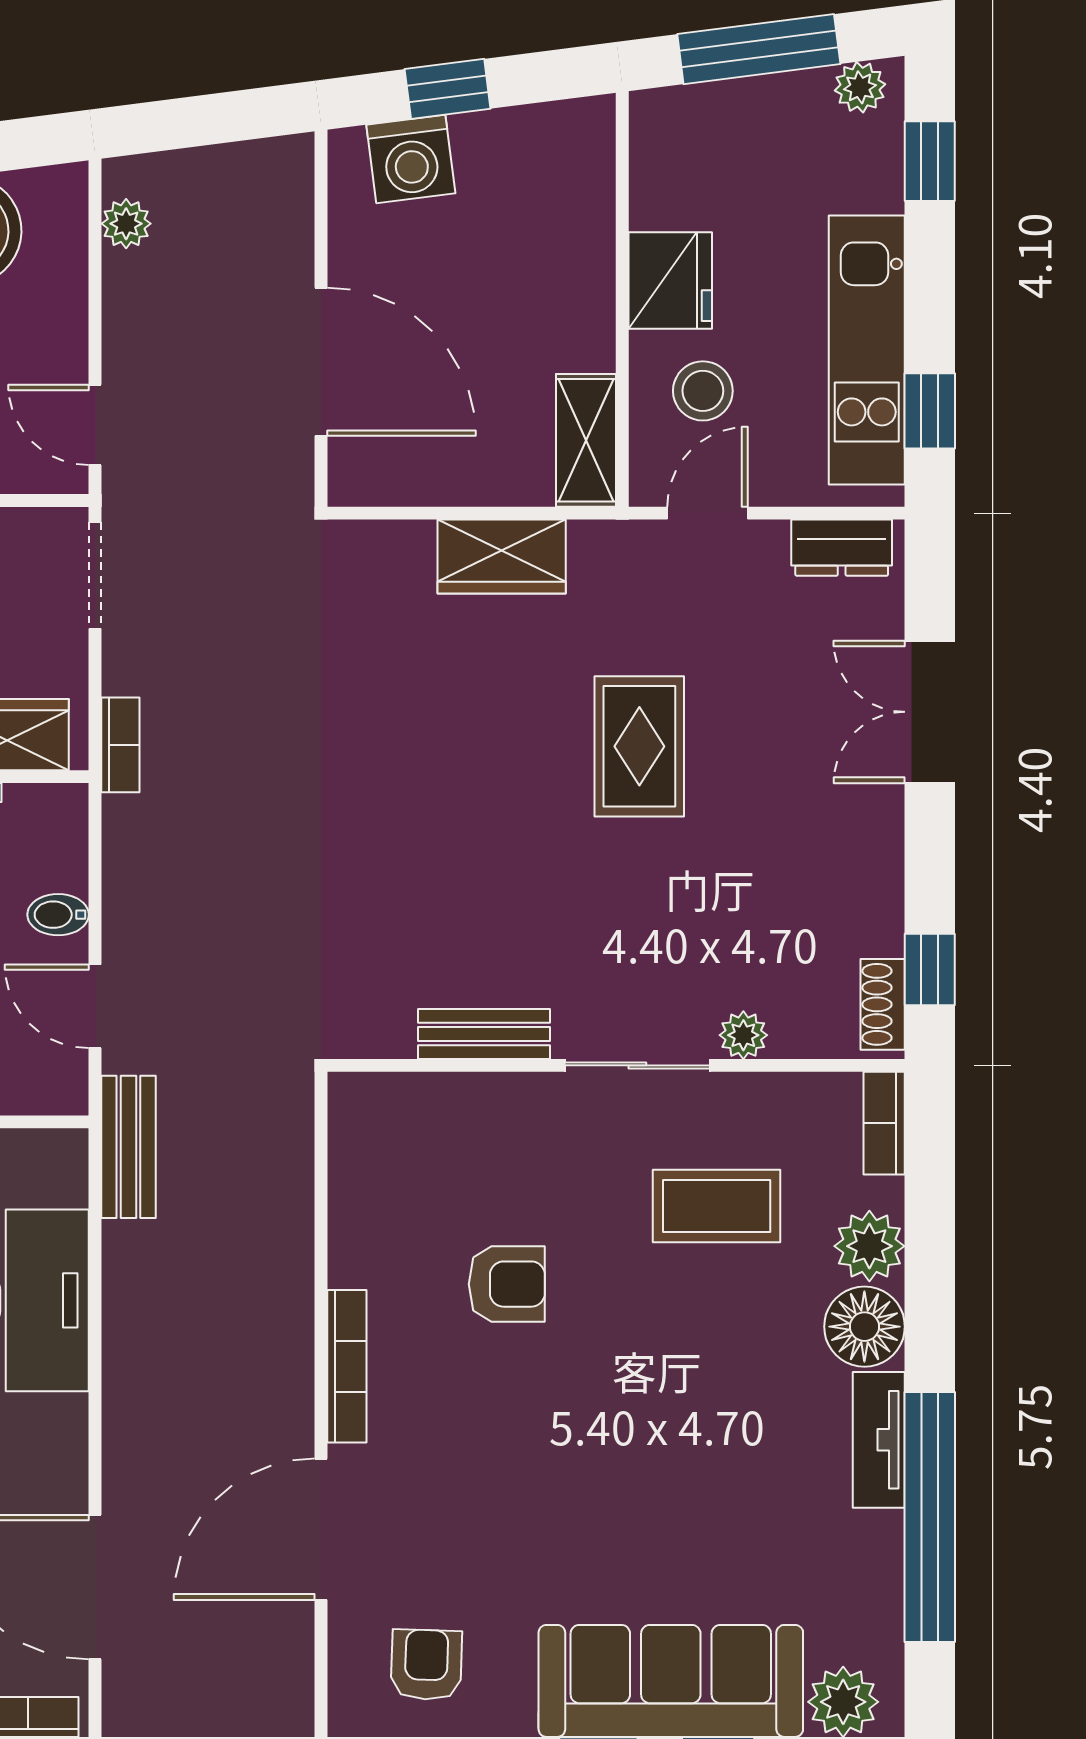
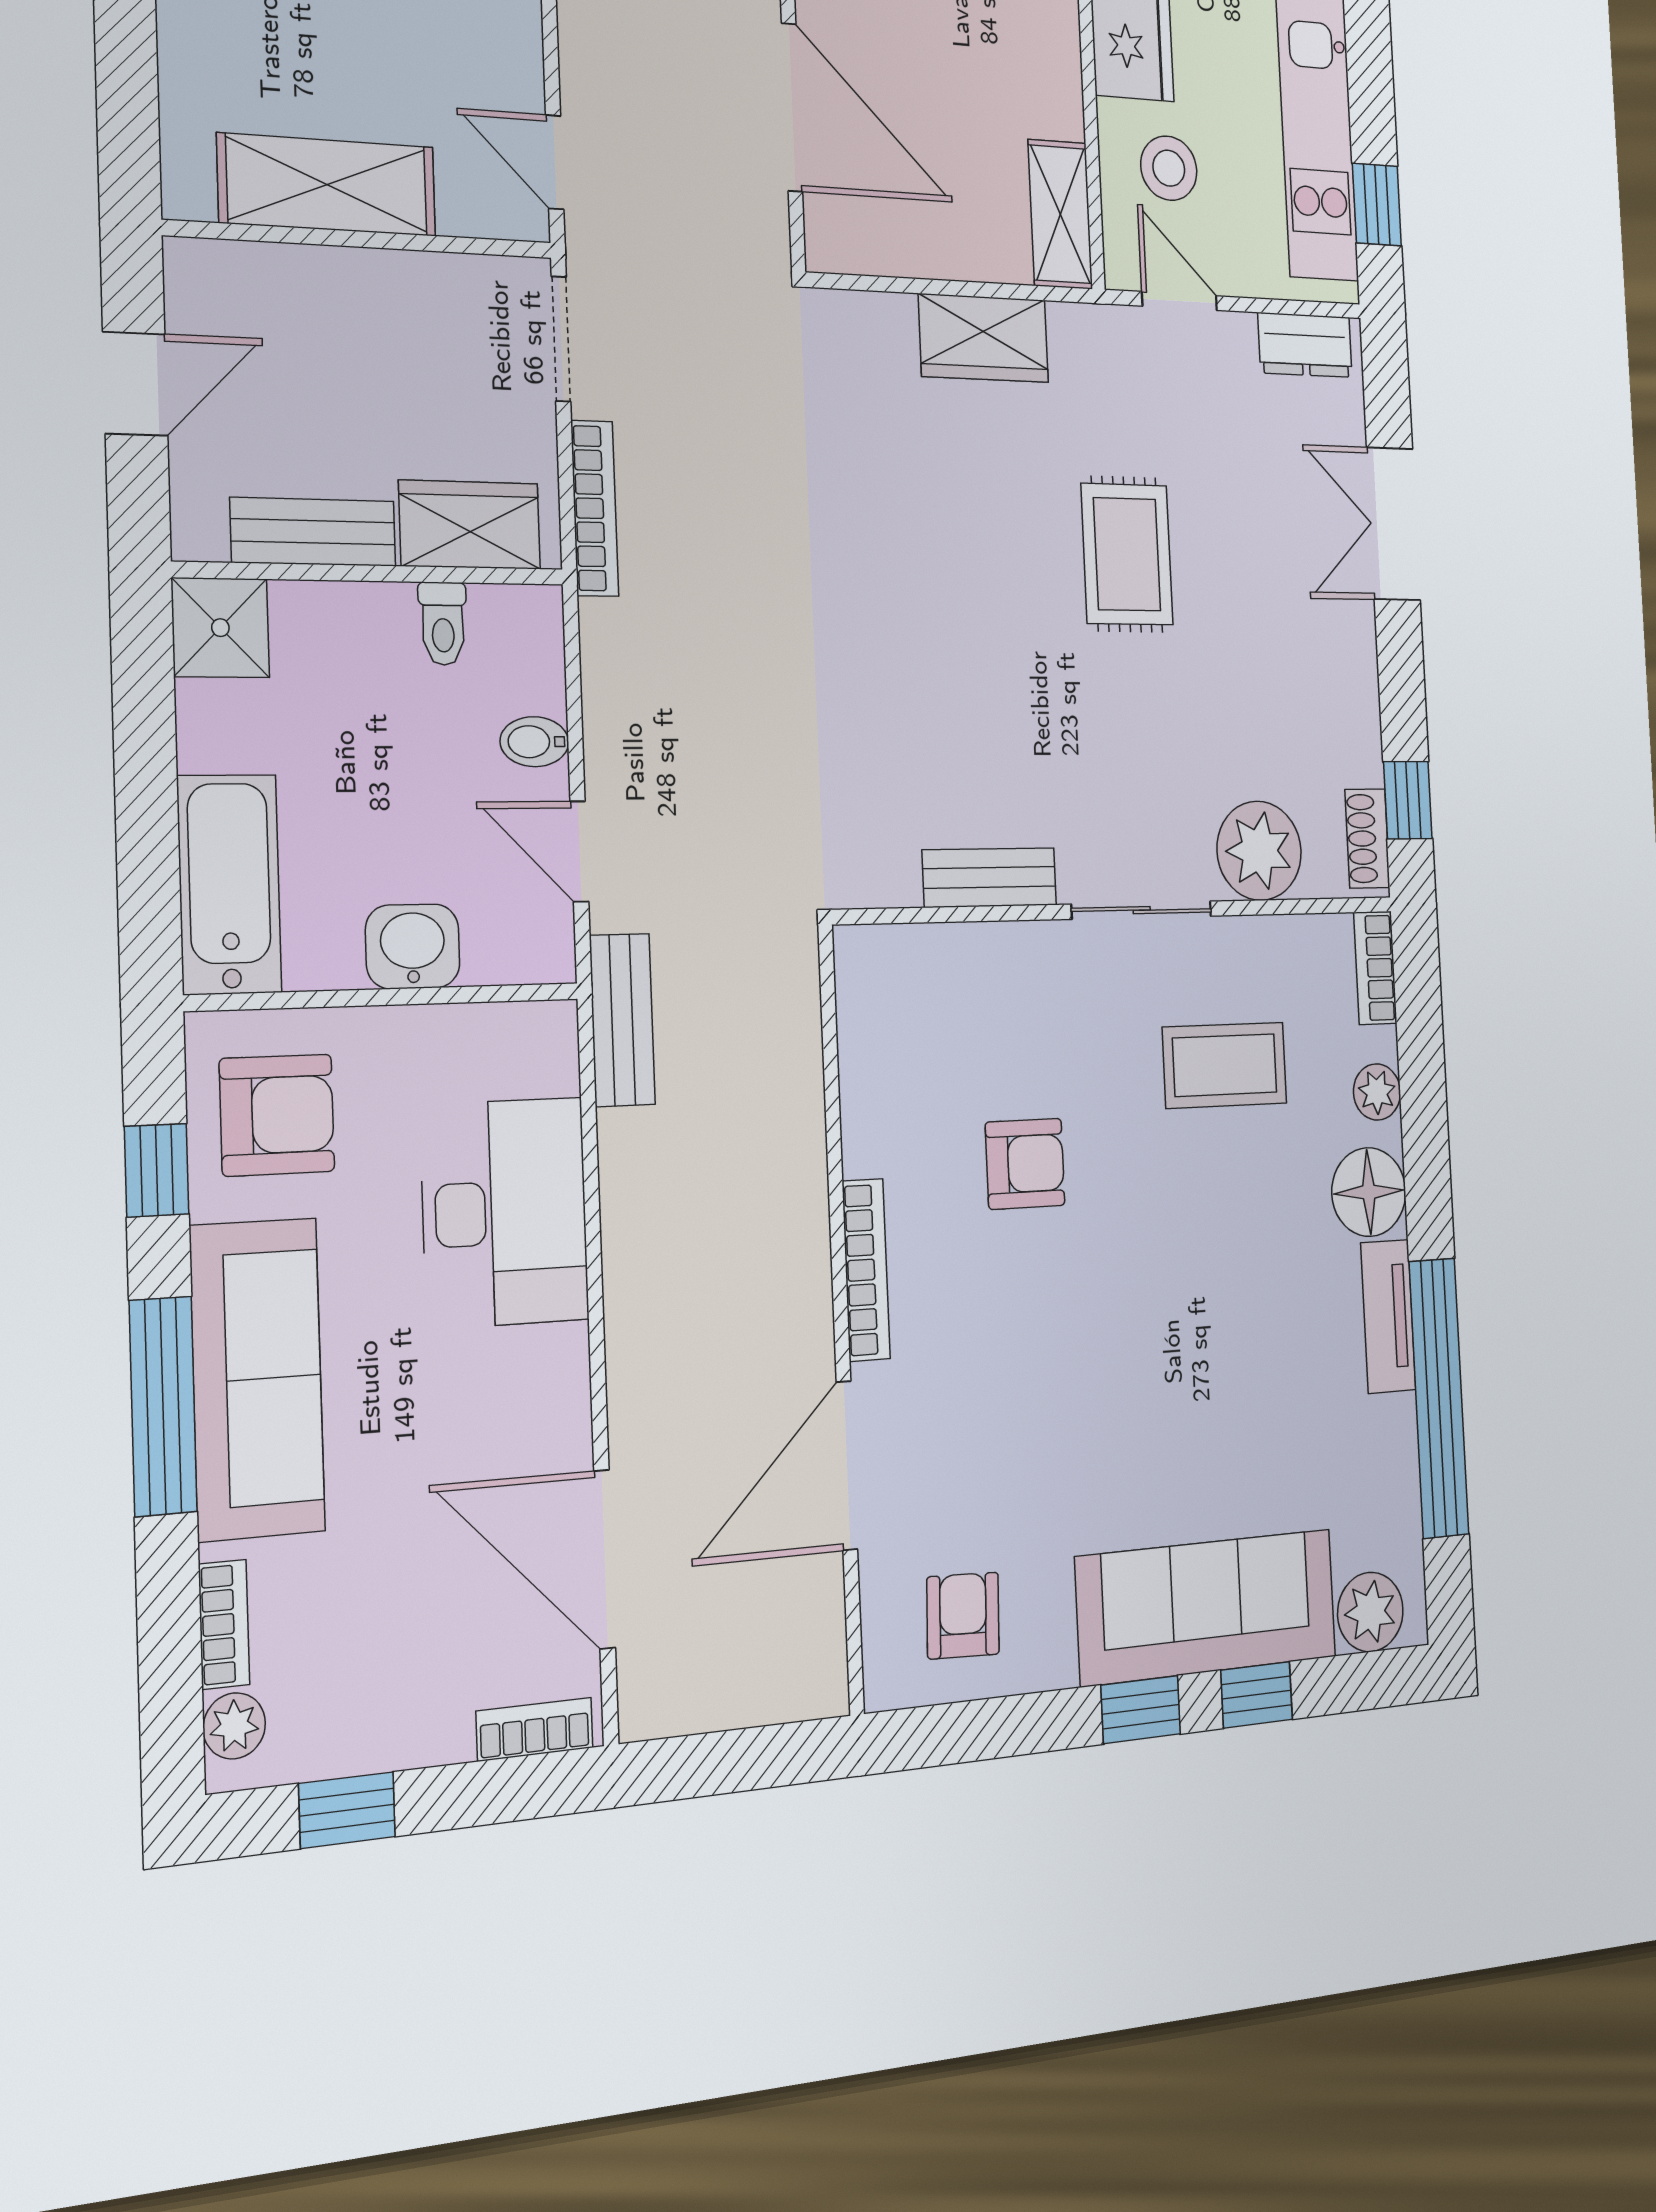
door: (707, 513) -> (1179, 301), hinge flipped
bookcase: (120, 745) -> (595, 508), width x1.56
plant: (743, 1035) -> (1259, 851), width x1.88, depth x1.88
plant: (869, 1246) -> (1377, 1092), width x0.73, depth x0.73

